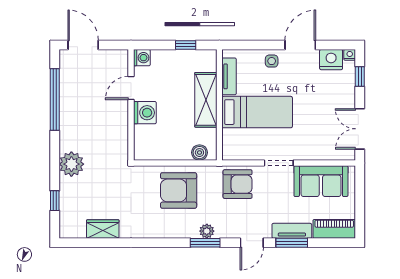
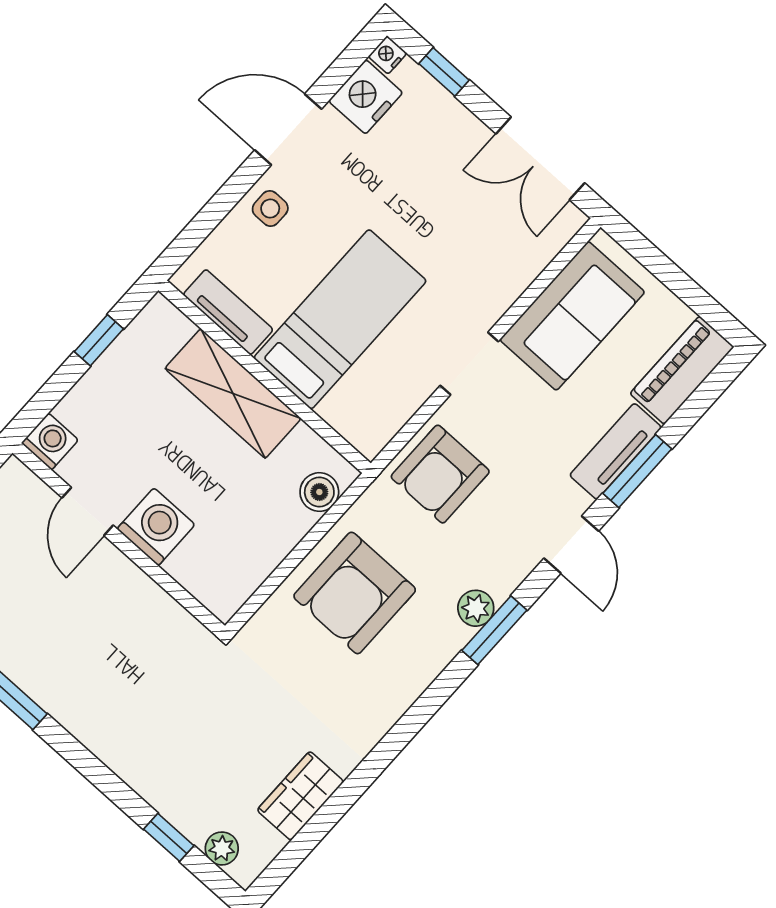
door: (300, 45) -> (288, 129), hinge flipped
plant: (71, 164) -> (222, 848), moved, width x0.53, depth x0.53
armchair: (238, 184) -> (440, 474), turned 180

